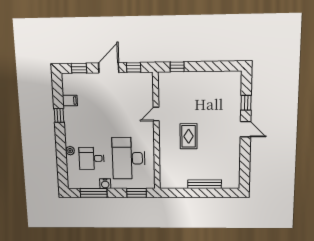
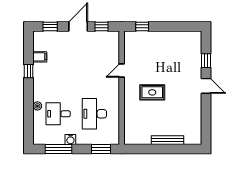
rug: (189, 136) -> (152, 92), turned 90
desk: (129, 158) -> (94, 114), width x0.73, depth x0.77

